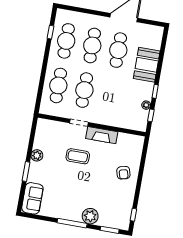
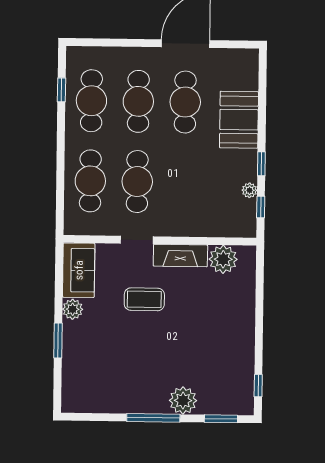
plant: (125, 141) -> (223, 259), added
armchair: (123, 173) -> (229, 315), removed
sofa: (32, 198) -> (79, 270), moved

